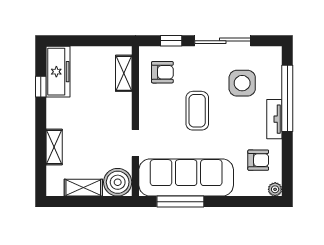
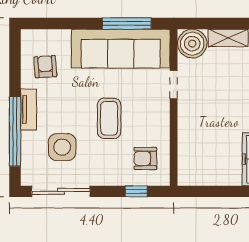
sliding door: (223, 41) -> (61, 191), moved
shelving: (124, 73) -> (186, 157), removed
armchair: (258, 160) -> (45, 67), turned 86
plant: (275, 189) -> (28, 36), removed

